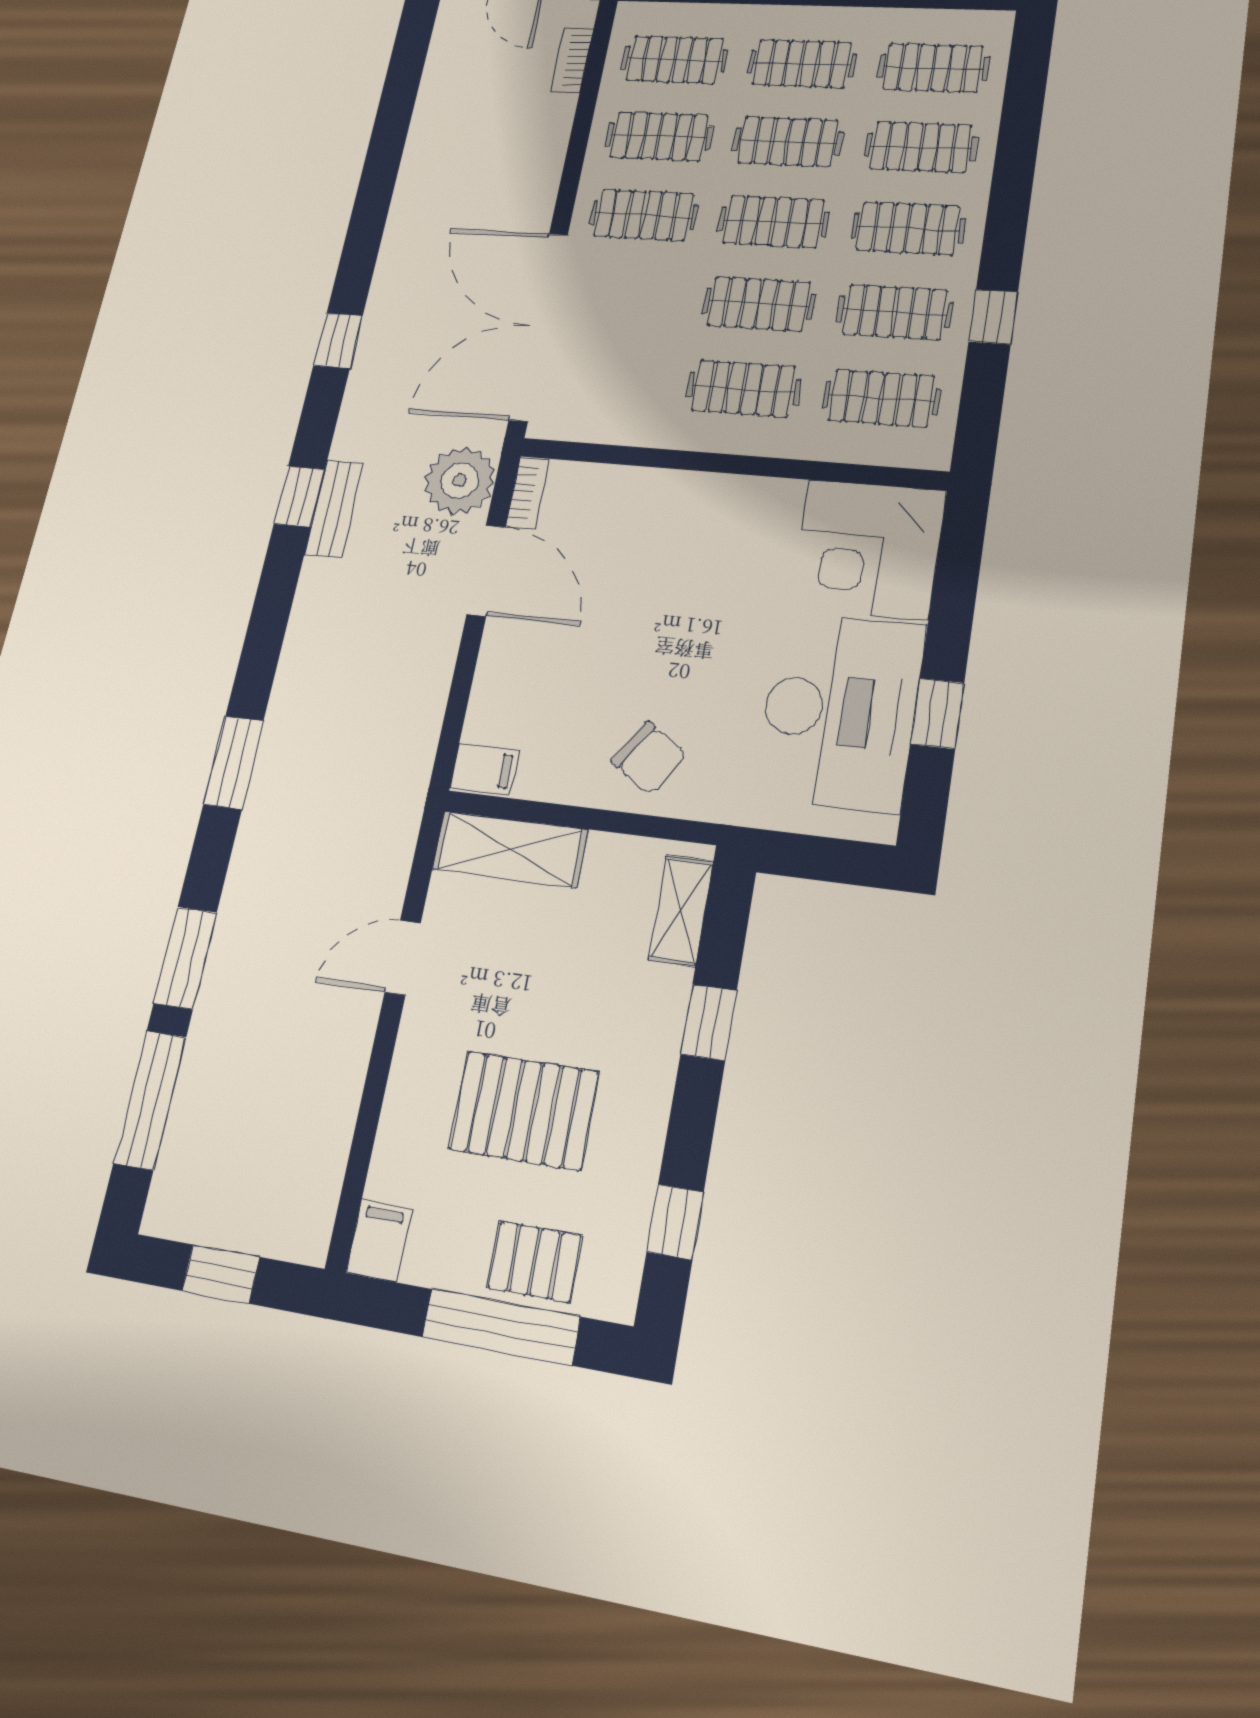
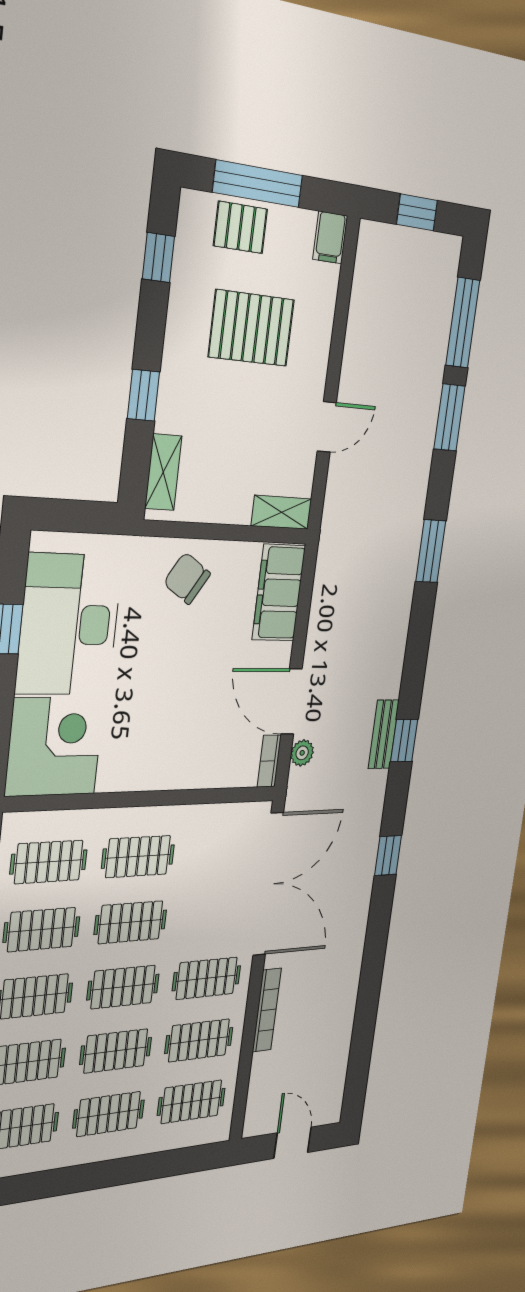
bookcase: (572, 60) -> (267, 1010), moved, width x1.56
plant: (460, 481) -> (302, 753), width x0.53, depth x0.53
filing cabinet: (484, 769) -> (279, 593), width x3.00, depth x1.17
shelving: (510, 849) -> (281, 512), width x0.67, depth x0.75

